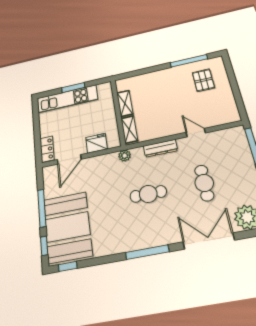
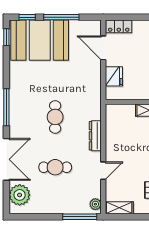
shelving: (129, 129) -> (119, 208), moved
plant: (125, 156) -> (95, 204), moved

